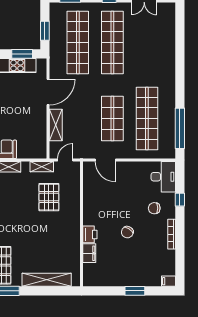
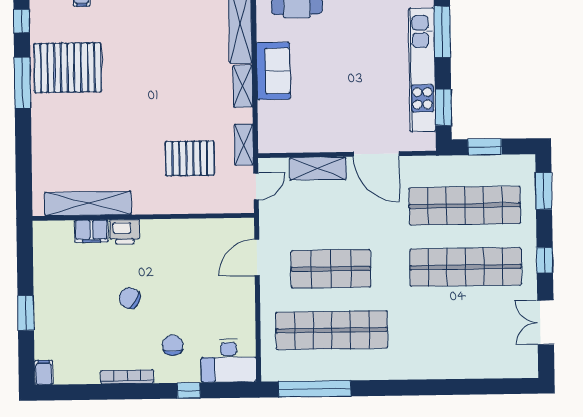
door: (65, 160) -> (256, 186), hinge flipped
shelving: (47, 280) -> (88, 203), moved, turned 90

